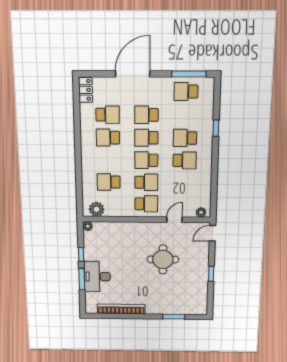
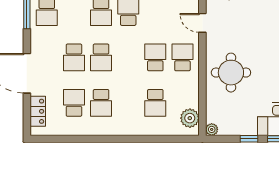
locker: (86, 90) -> (38, 111), moved, turned 90
school desk: (146, 160) -> (128, 57), removed
round table: (163, 259) -> (231, 73), moved

